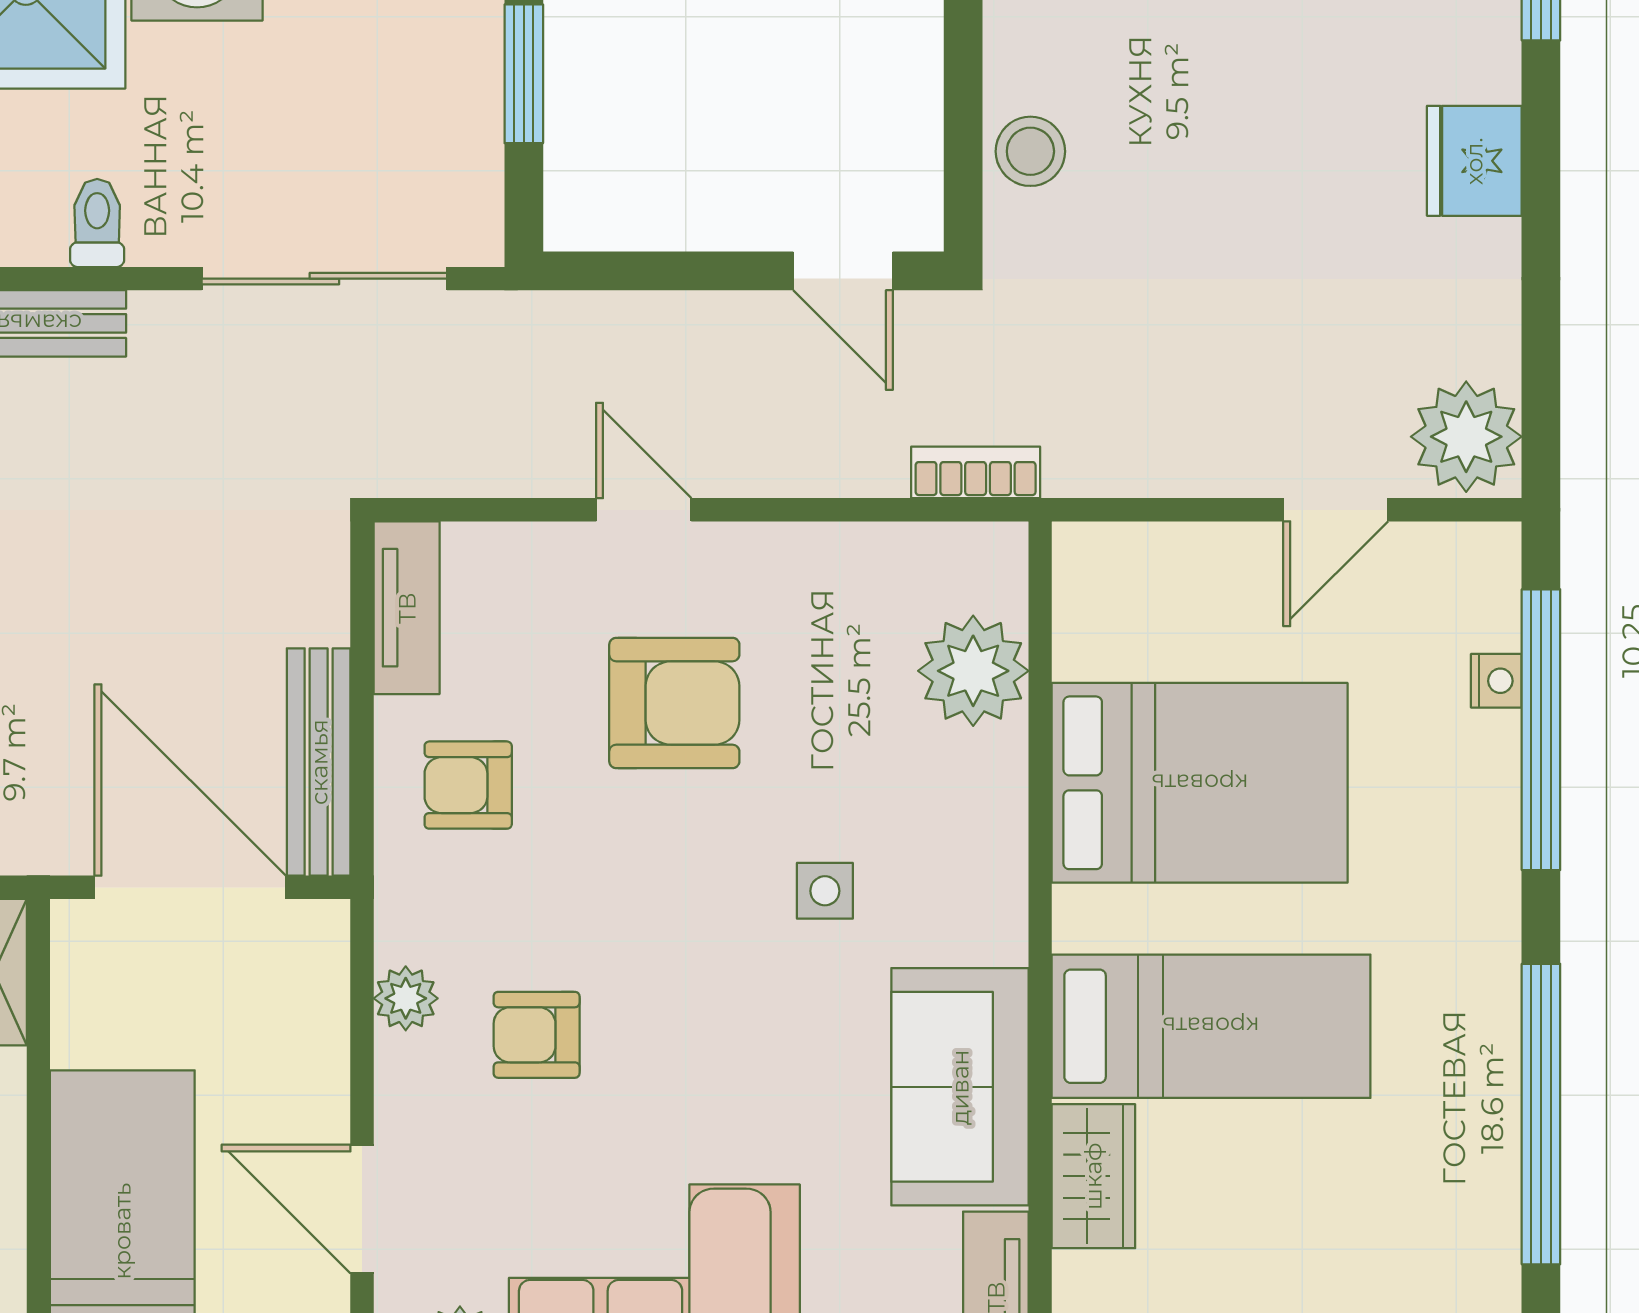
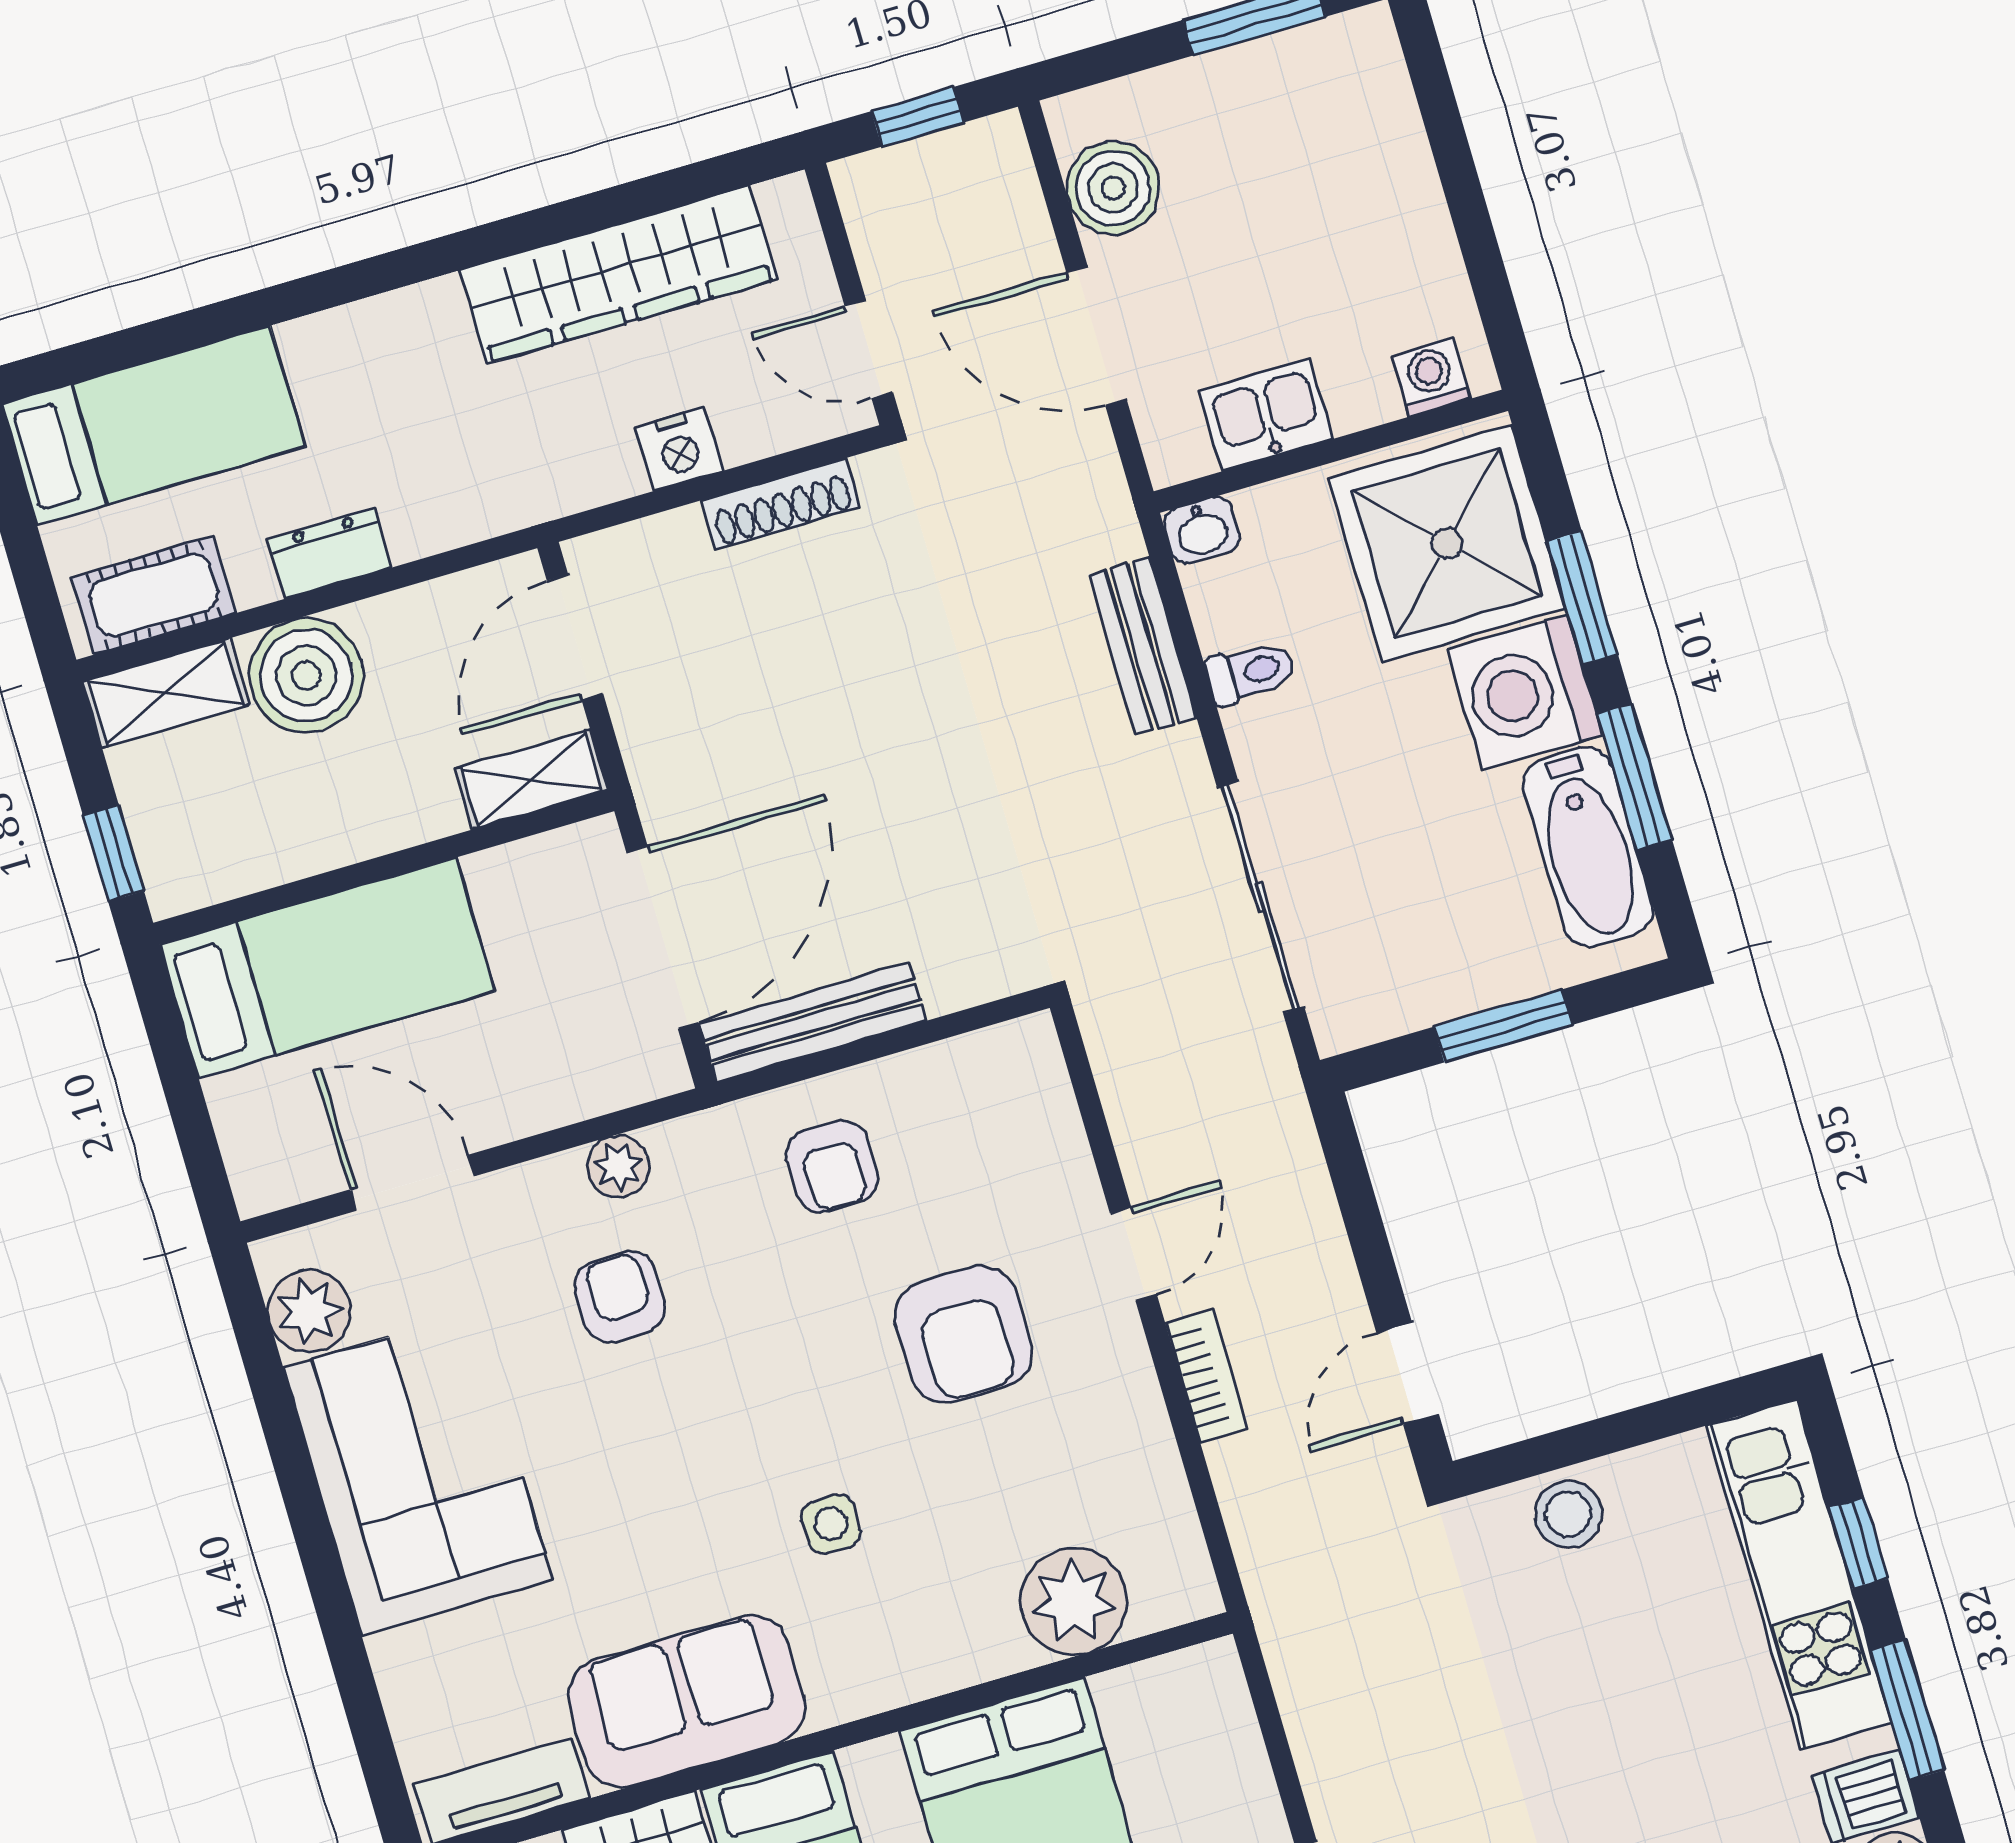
bookcase: (976, 472) -> (1206, 1376), moved
tv unit: (407, 608) -> (979, 1062), removed
armchair: (468, 785) -> (832, 1166), turned 180
door: (362, 1209) -> (412, 1183), hinge flipped

